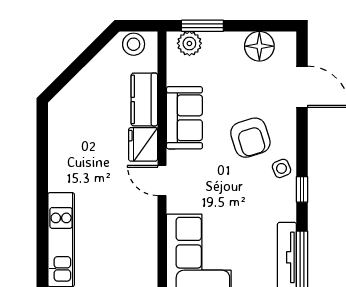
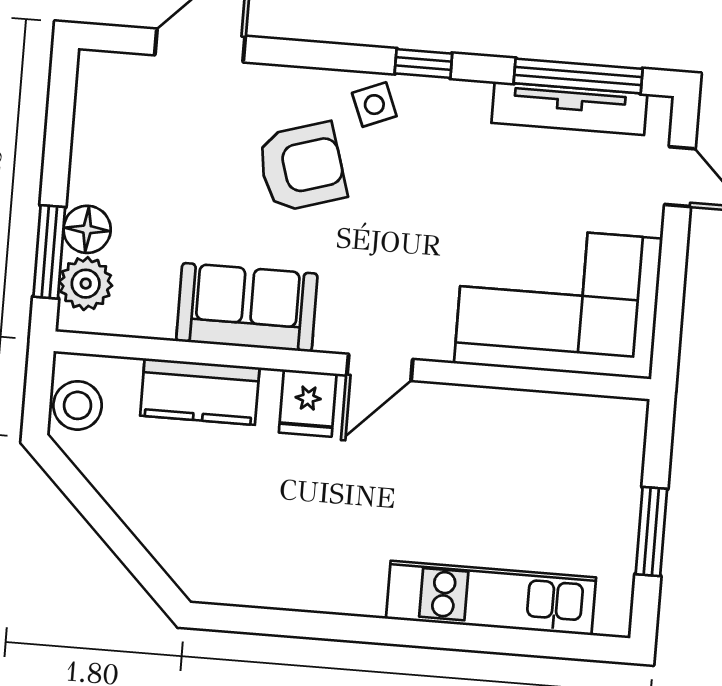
floor lamp: (259, 46) -> (87, 229), moved, width x0.73, depth x0.73
fridge: (143, 144) -> (308, 403), width x0.72

